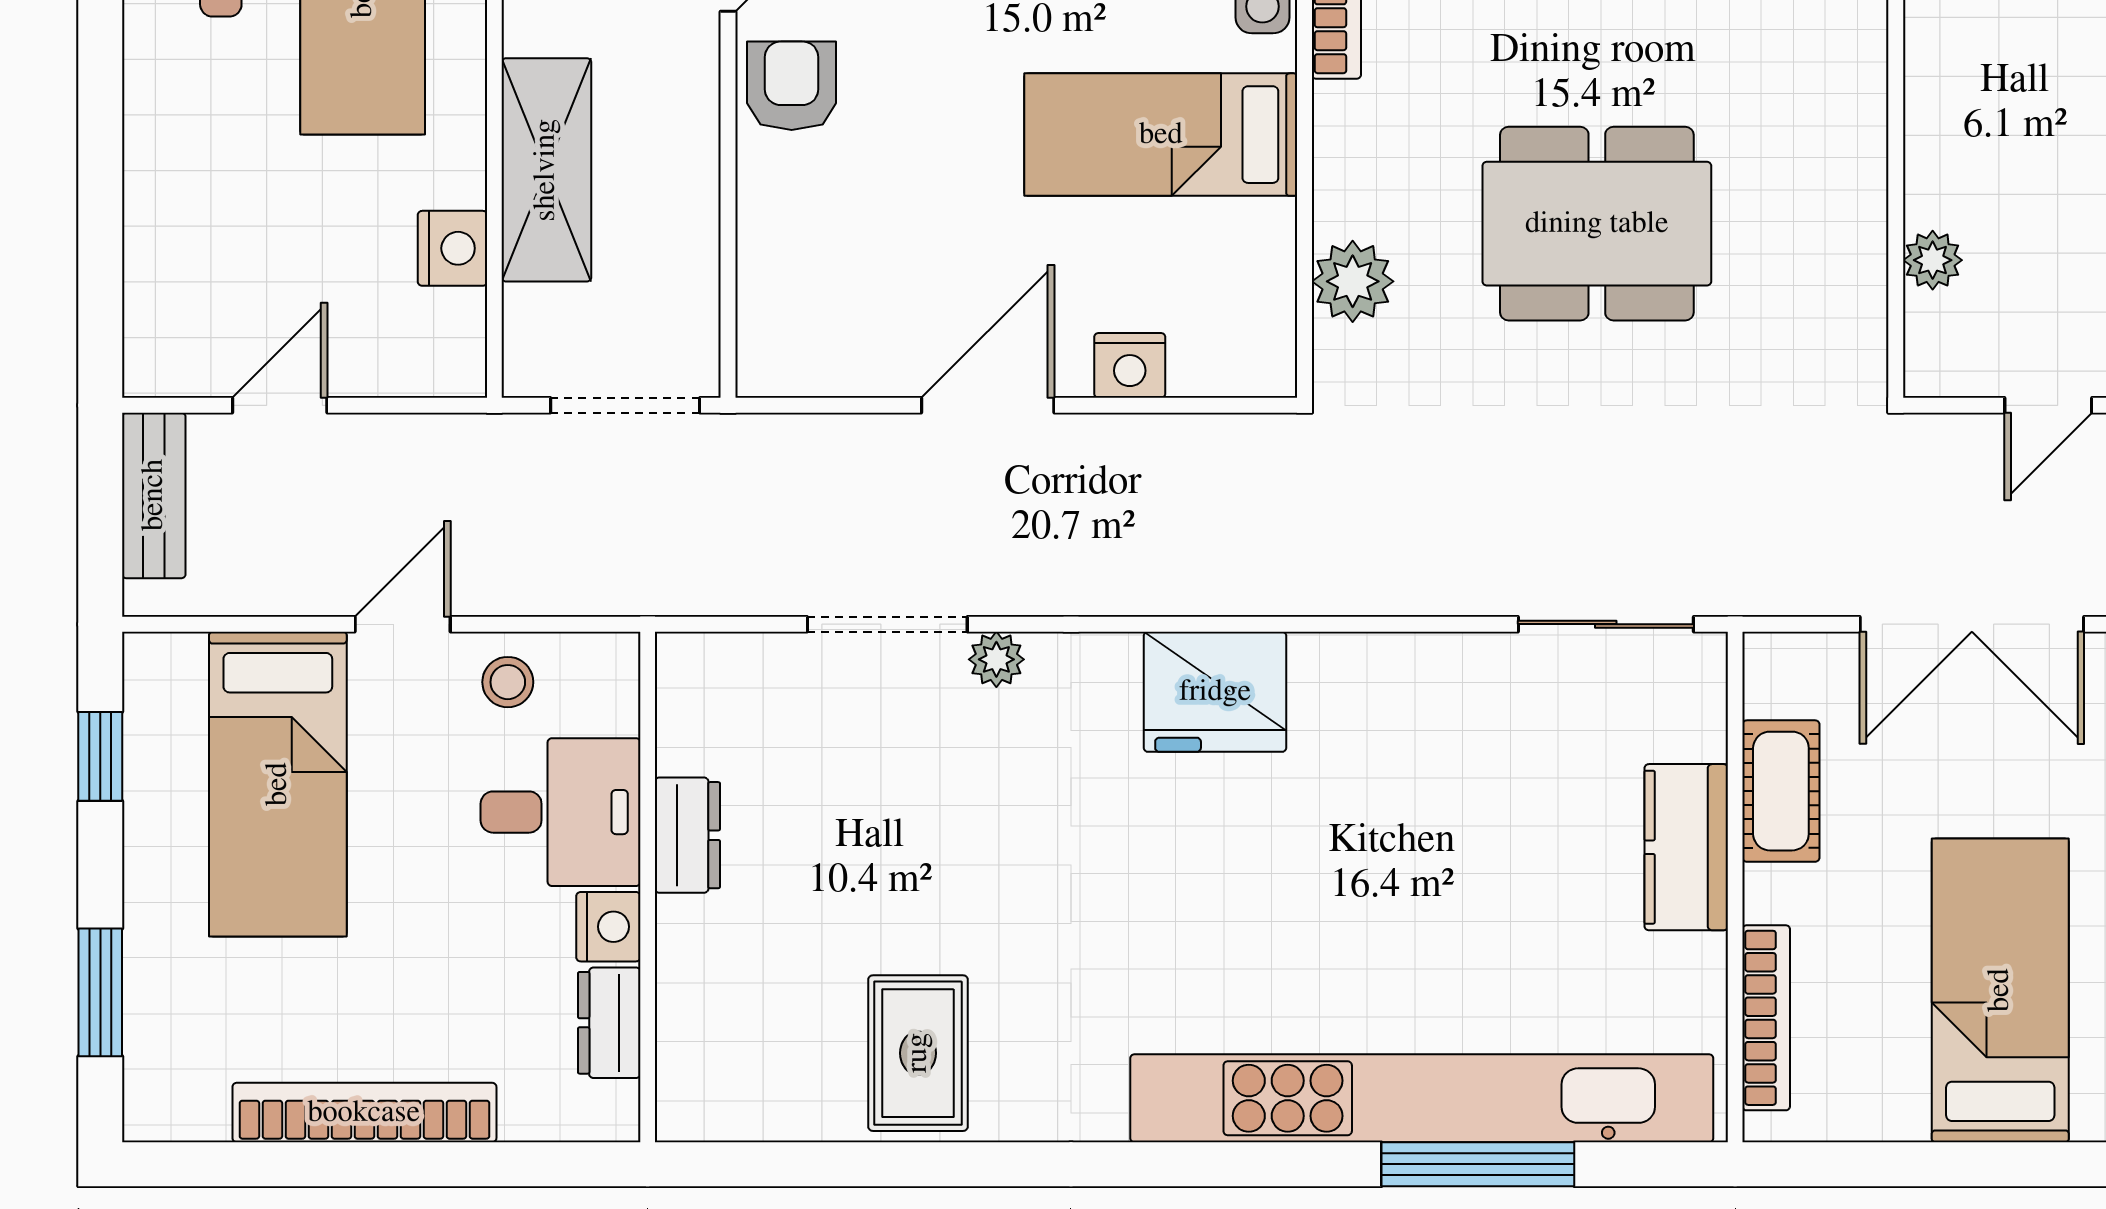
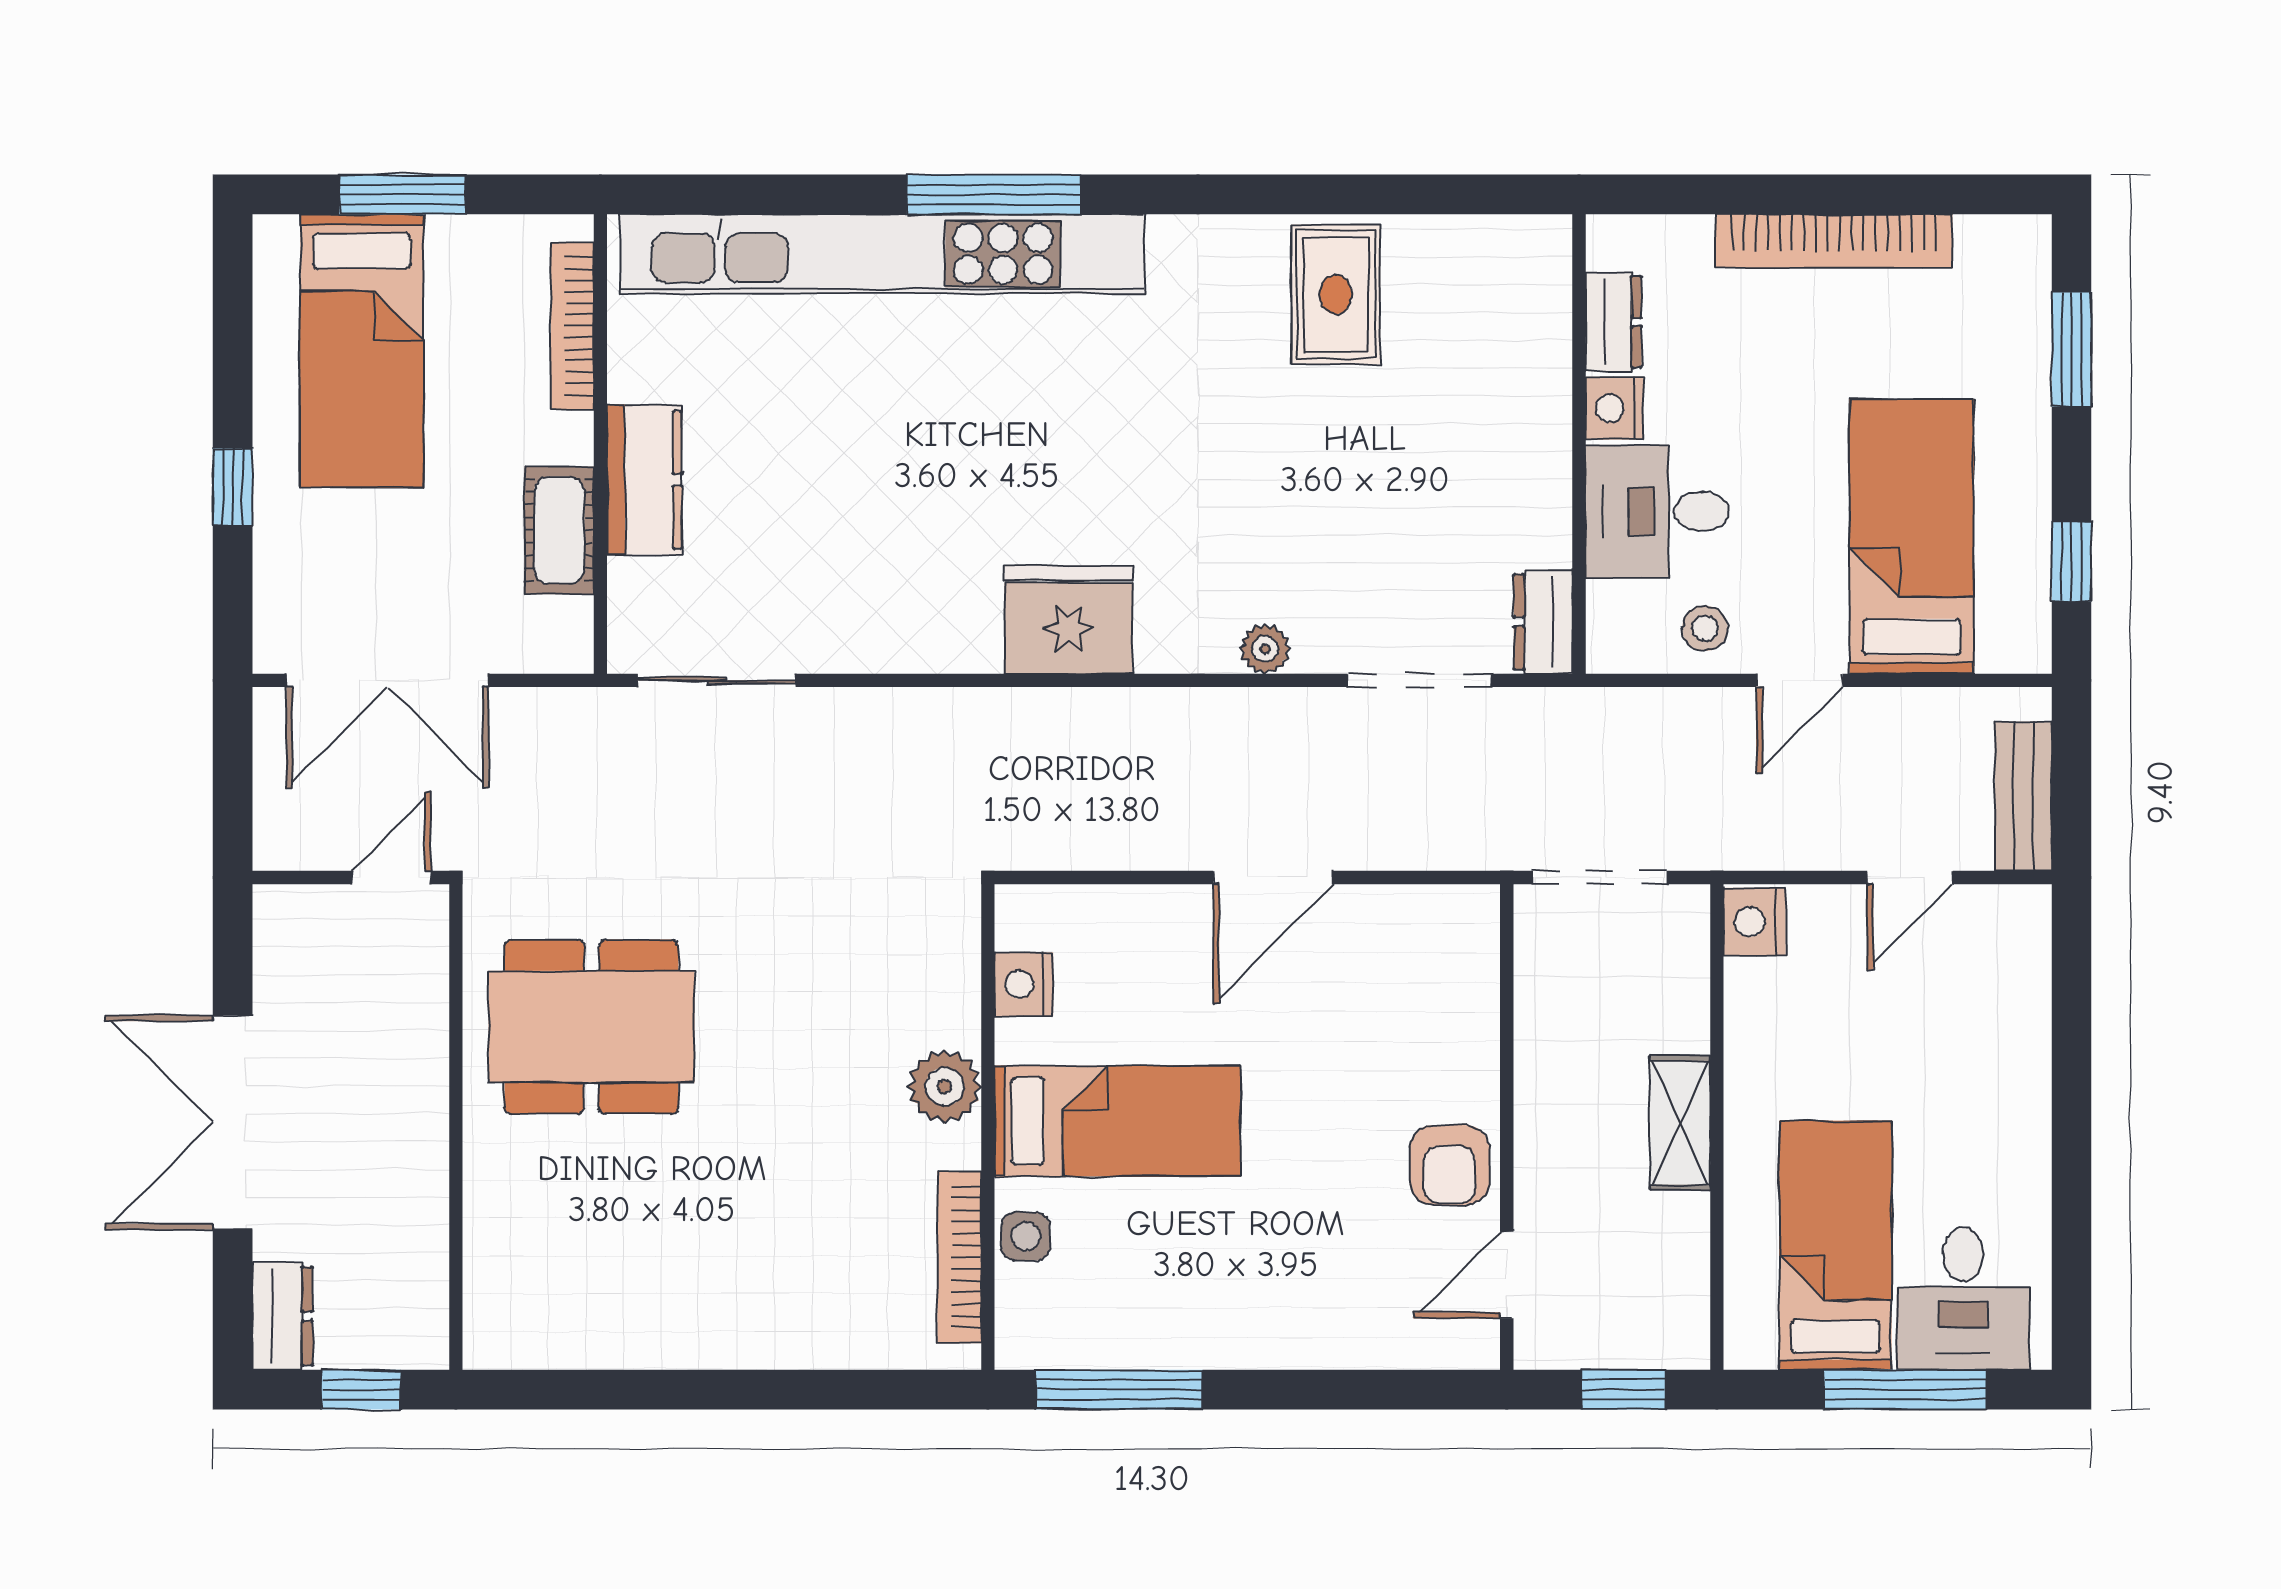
shelving: (546, 170) -> (1680, 1123), width x0.67, depth x0.75
dining table: (1597, 224) -> (591, 1027), moved
nightstand: (453, 248) -> (1755, 922), moved
plant: (1933, 260) -> (423, 1008), removed
plant: (1353, 281) -> (945, 1087), moved
nightstand: (1130, 365) -> (1024, 984), moved, turned -90
door: (2048, 405) -> (391, 877), moved
doorway: (887, 624) -> (1420, 680), moved
double door: (1972, 624) -> (387, 680), swing flipped
dresser: (687, 835) -> (1543, 622), moved
window: (1478, 1164) -> (994, 194), moved
window: (1955, 1164) -> (402, 194), added

